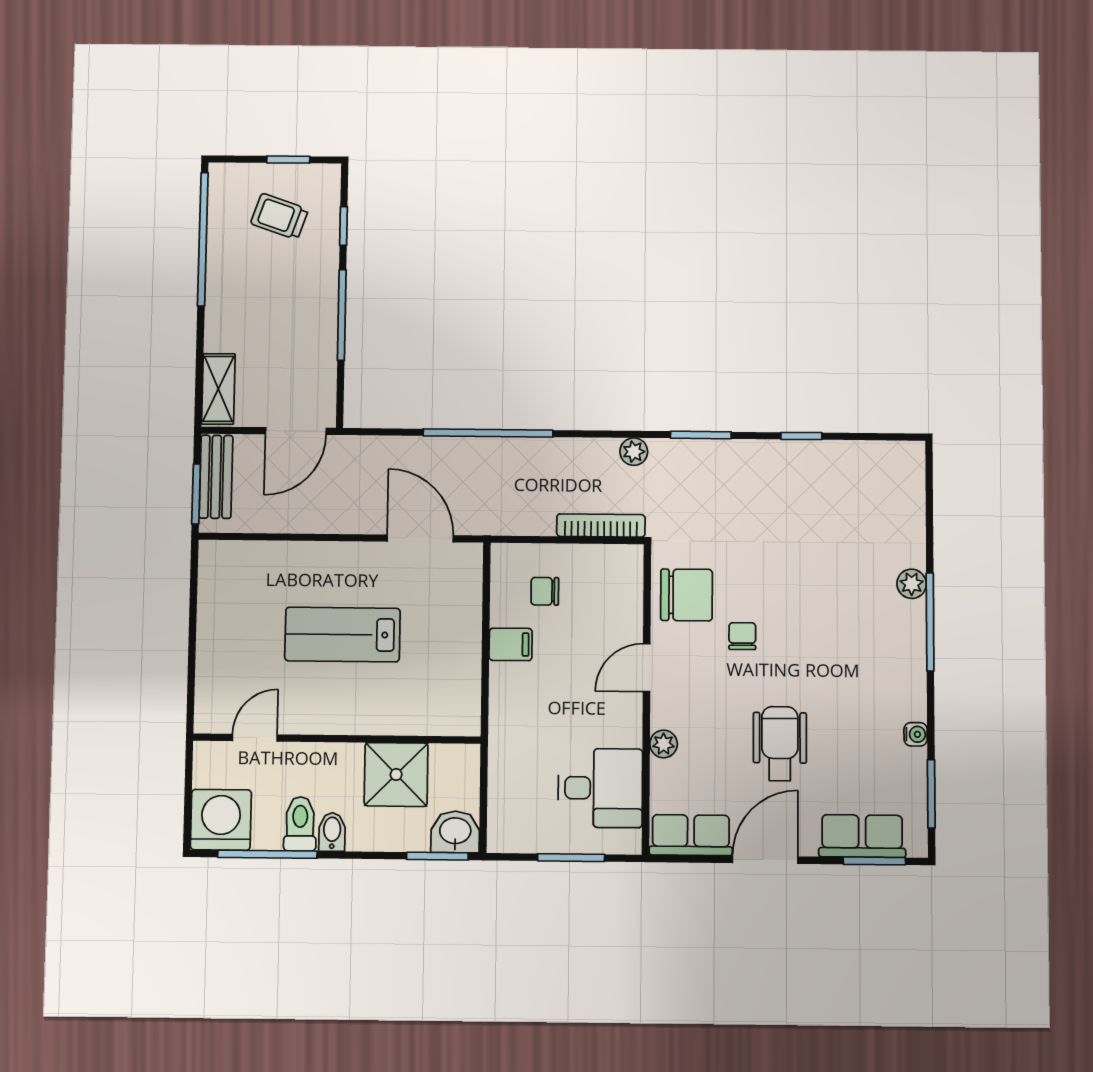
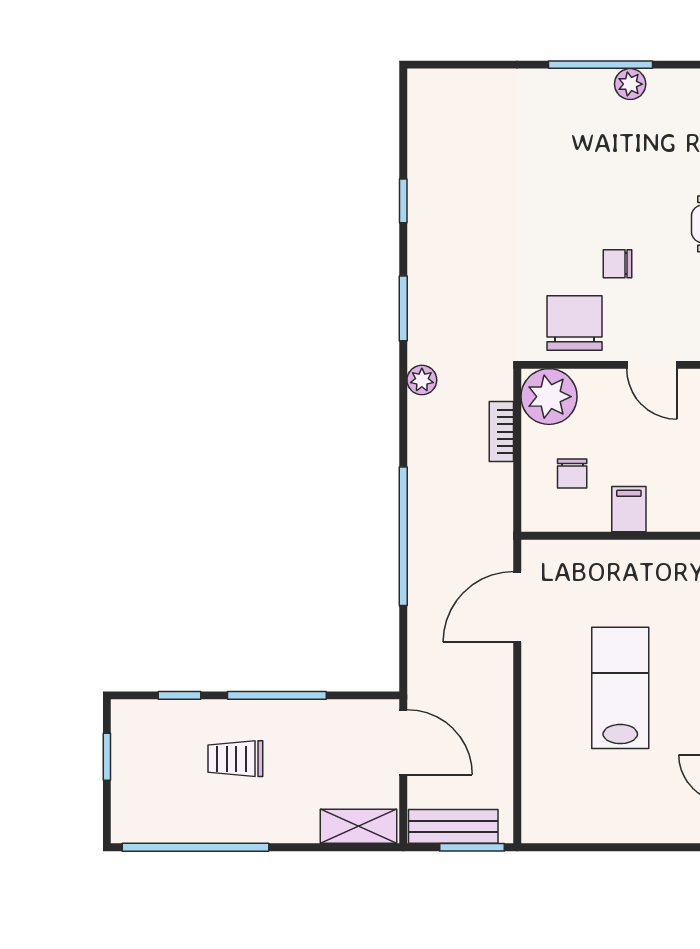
trolley: (279, 216) -> (235, 759), moved, turned 71
bookcase: (601, 525) -> (501, 432), width x0.64
plant: (617, 570) -> (549, 397), added
plant: (912, 584) -> (630, 84), moved
lab bench: (342, 635) -> (620, 688), turned 180

